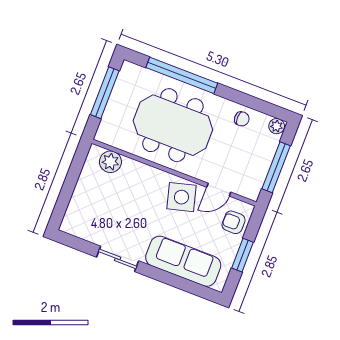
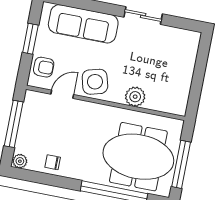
meeting table: (173, 125) -> (138, 157), moved
plant: (110, 162) -> (135, 97), moved

